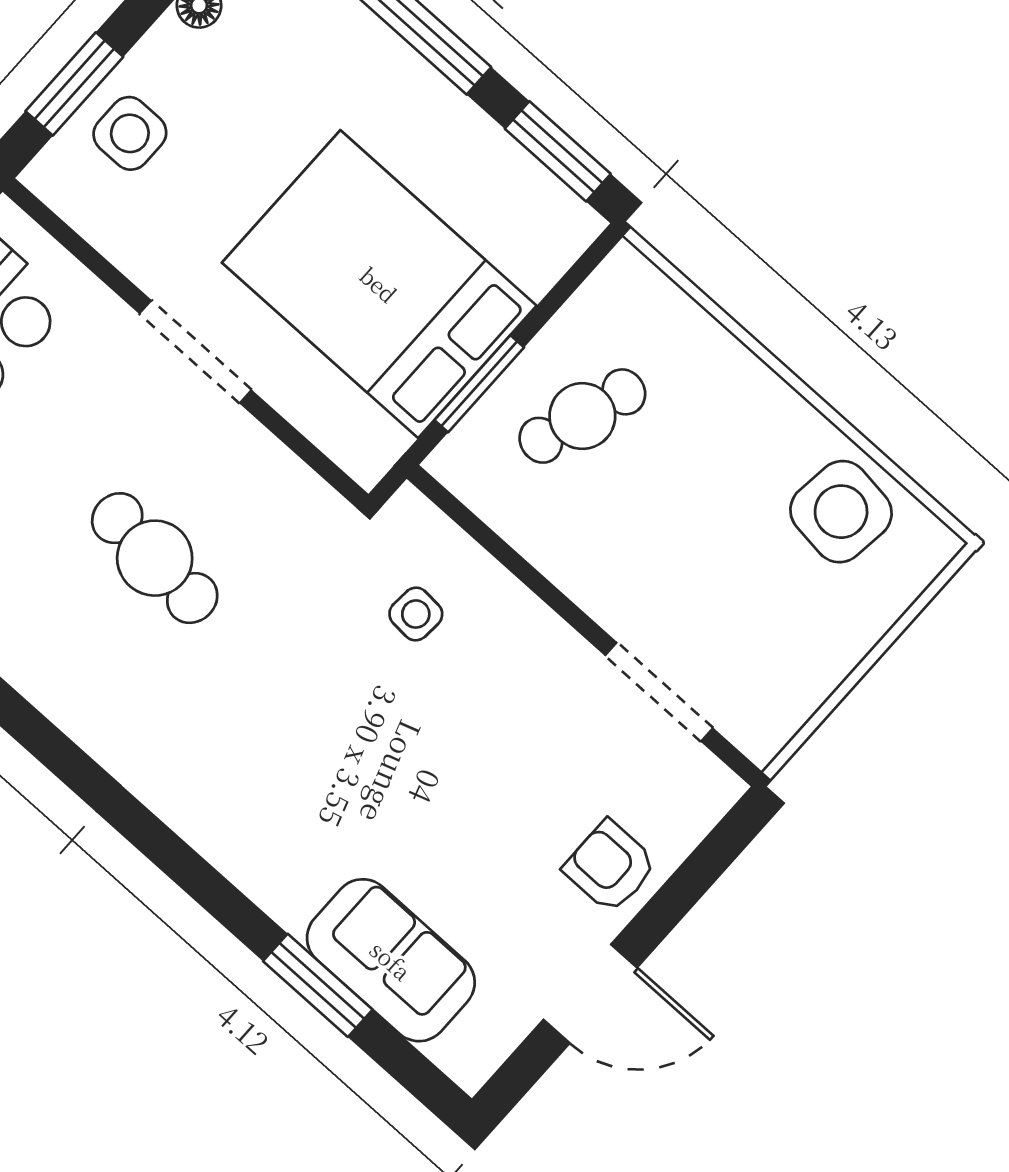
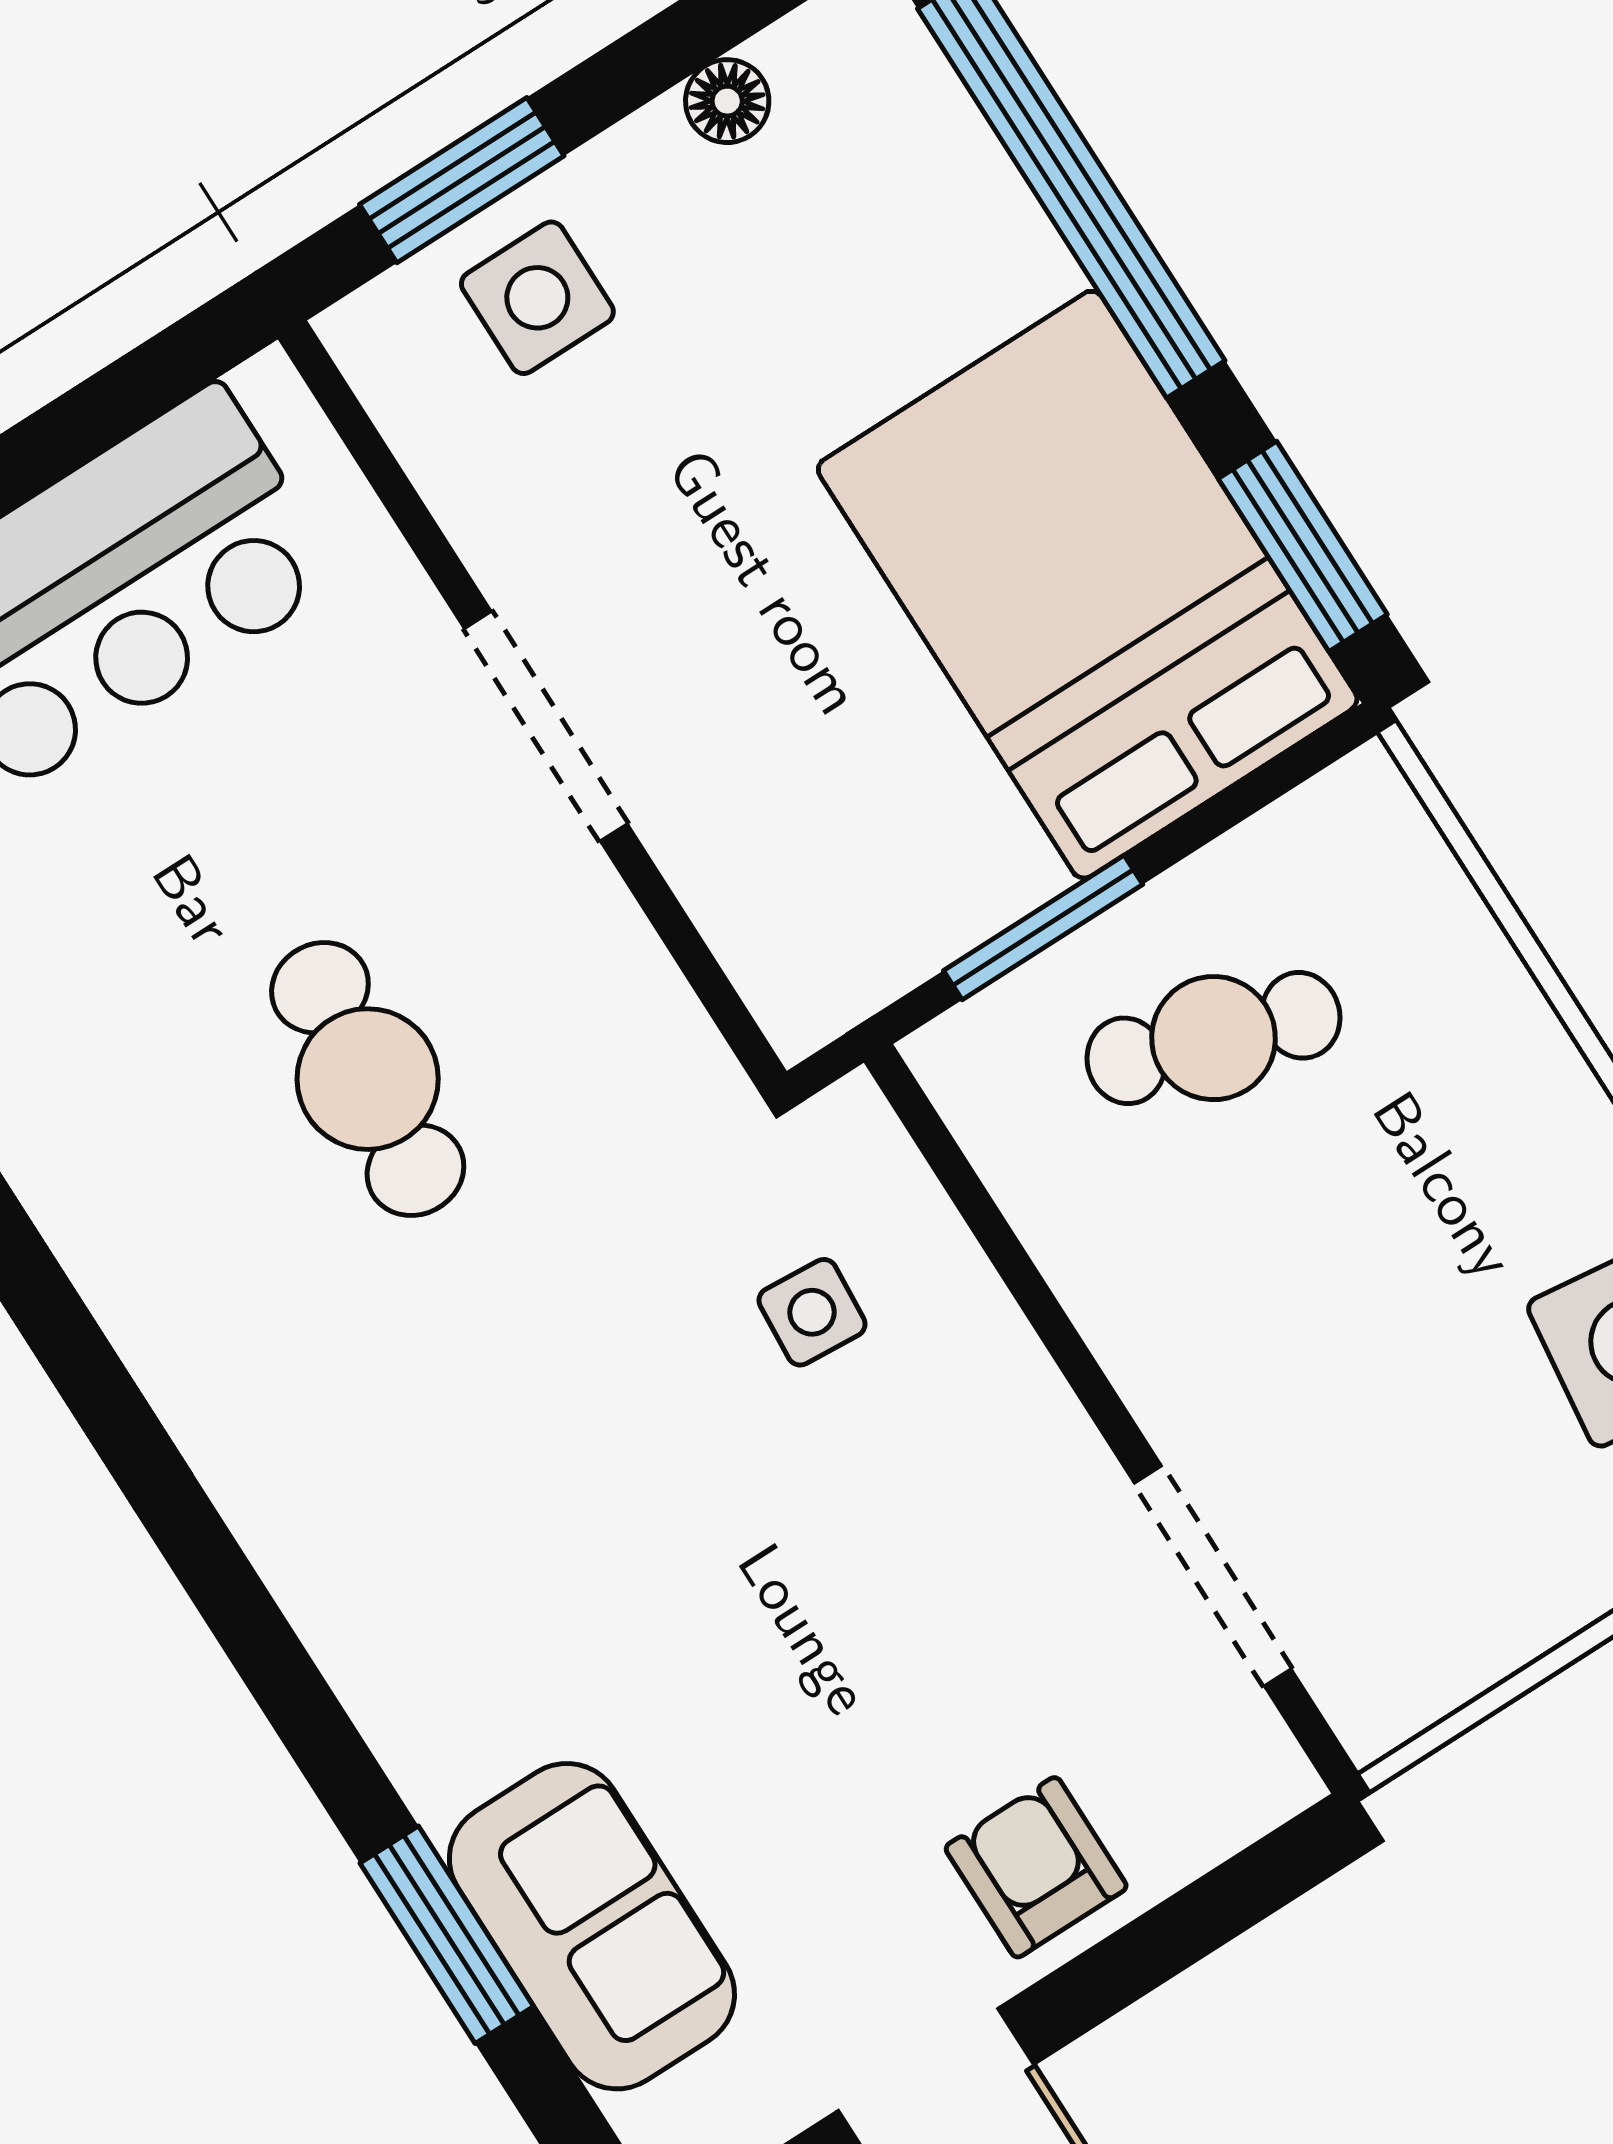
bed: (379, 284) -> (1088, 585), moved

